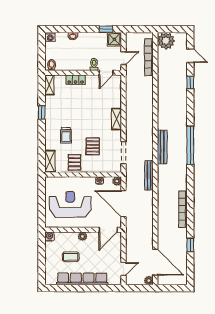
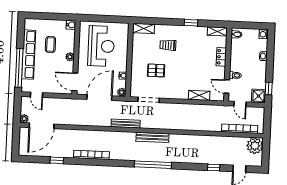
shelving: (116, 119) -> (199, 95), moved
pallet: (74, 162) -> (142, 52), removed
window: (96, 288) -> (19, 68), added

